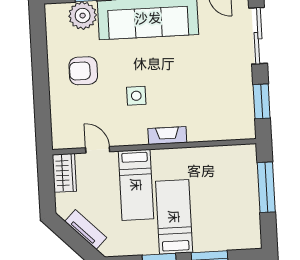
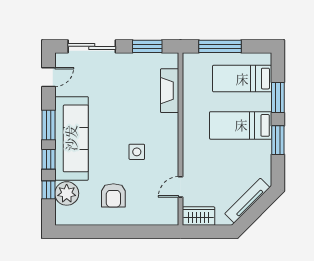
fireplace: (167, 136) -> (170, 91), moved, width x1.37, depth x1.32
bed: (136, 185) -> (242, 79), moved, turned 180
tv unit: (86, 230) -> (247, 201), width x1.41

